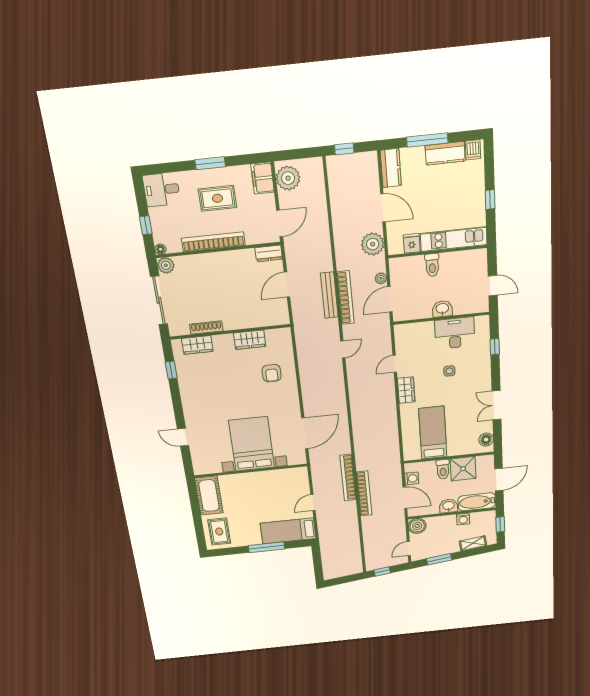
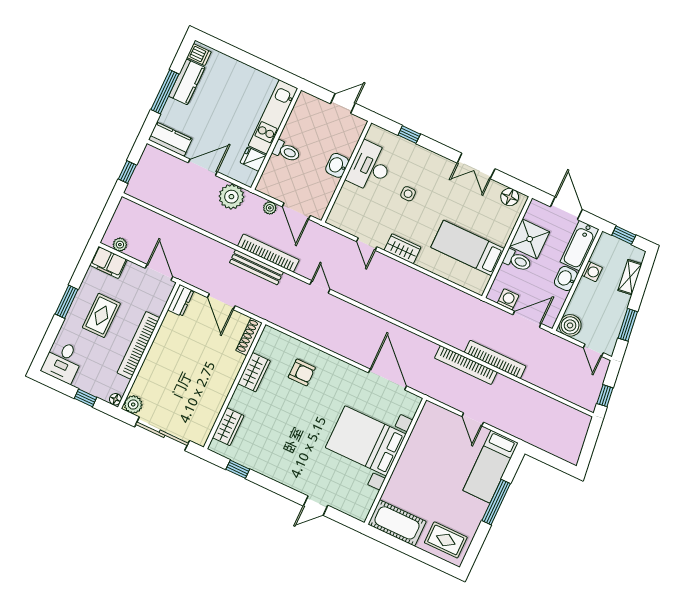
plant: (288, 178) -> (120, 245), width x0.53, depth x0.53
window: (490, 200) -> (256, 63), removed
shoe rack: (206, 328) -> (249, 337), moved

